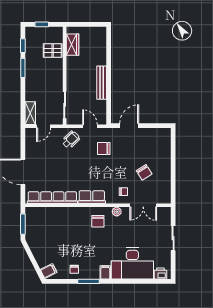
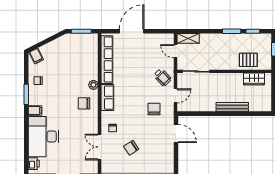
pallet: (53, 51) -> (248, 60), turned 90
bench: (102, 83) -> (232, 107), moved
plant: (117, 212) -> (93, 85), moved

